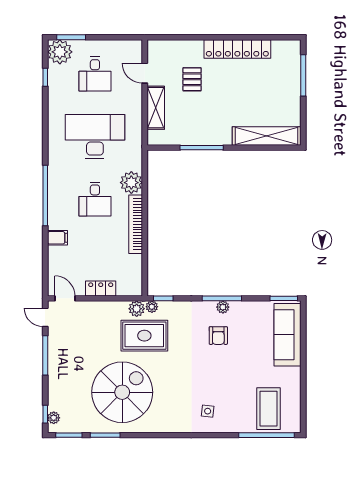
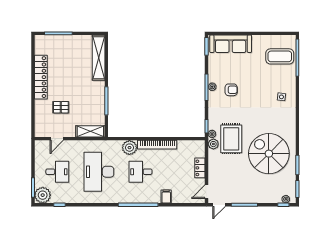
shelving: (156, 108) -> (90, 131), moved
desk: (95, 199) -> (141, 172), turned 180

